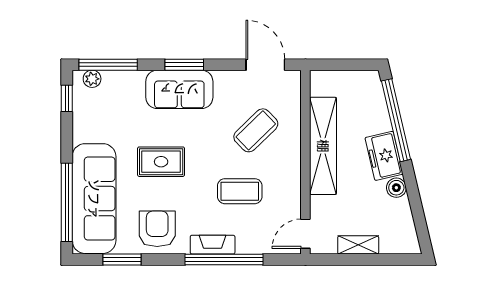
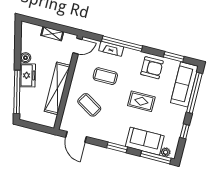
sofa: (179, 89) -> (145, 141), moved
window: (67, 98) -> (185, 131), moved
coffee table: (256, 130) -> (89, 105), turned 75
sofa: (94, 199) -> (184, 84), width x0.74, depth x0.79
armchair: (157, 229) -> (152, 68), turned -90
fireplace: (213, 245) -> (111, 49), moved

